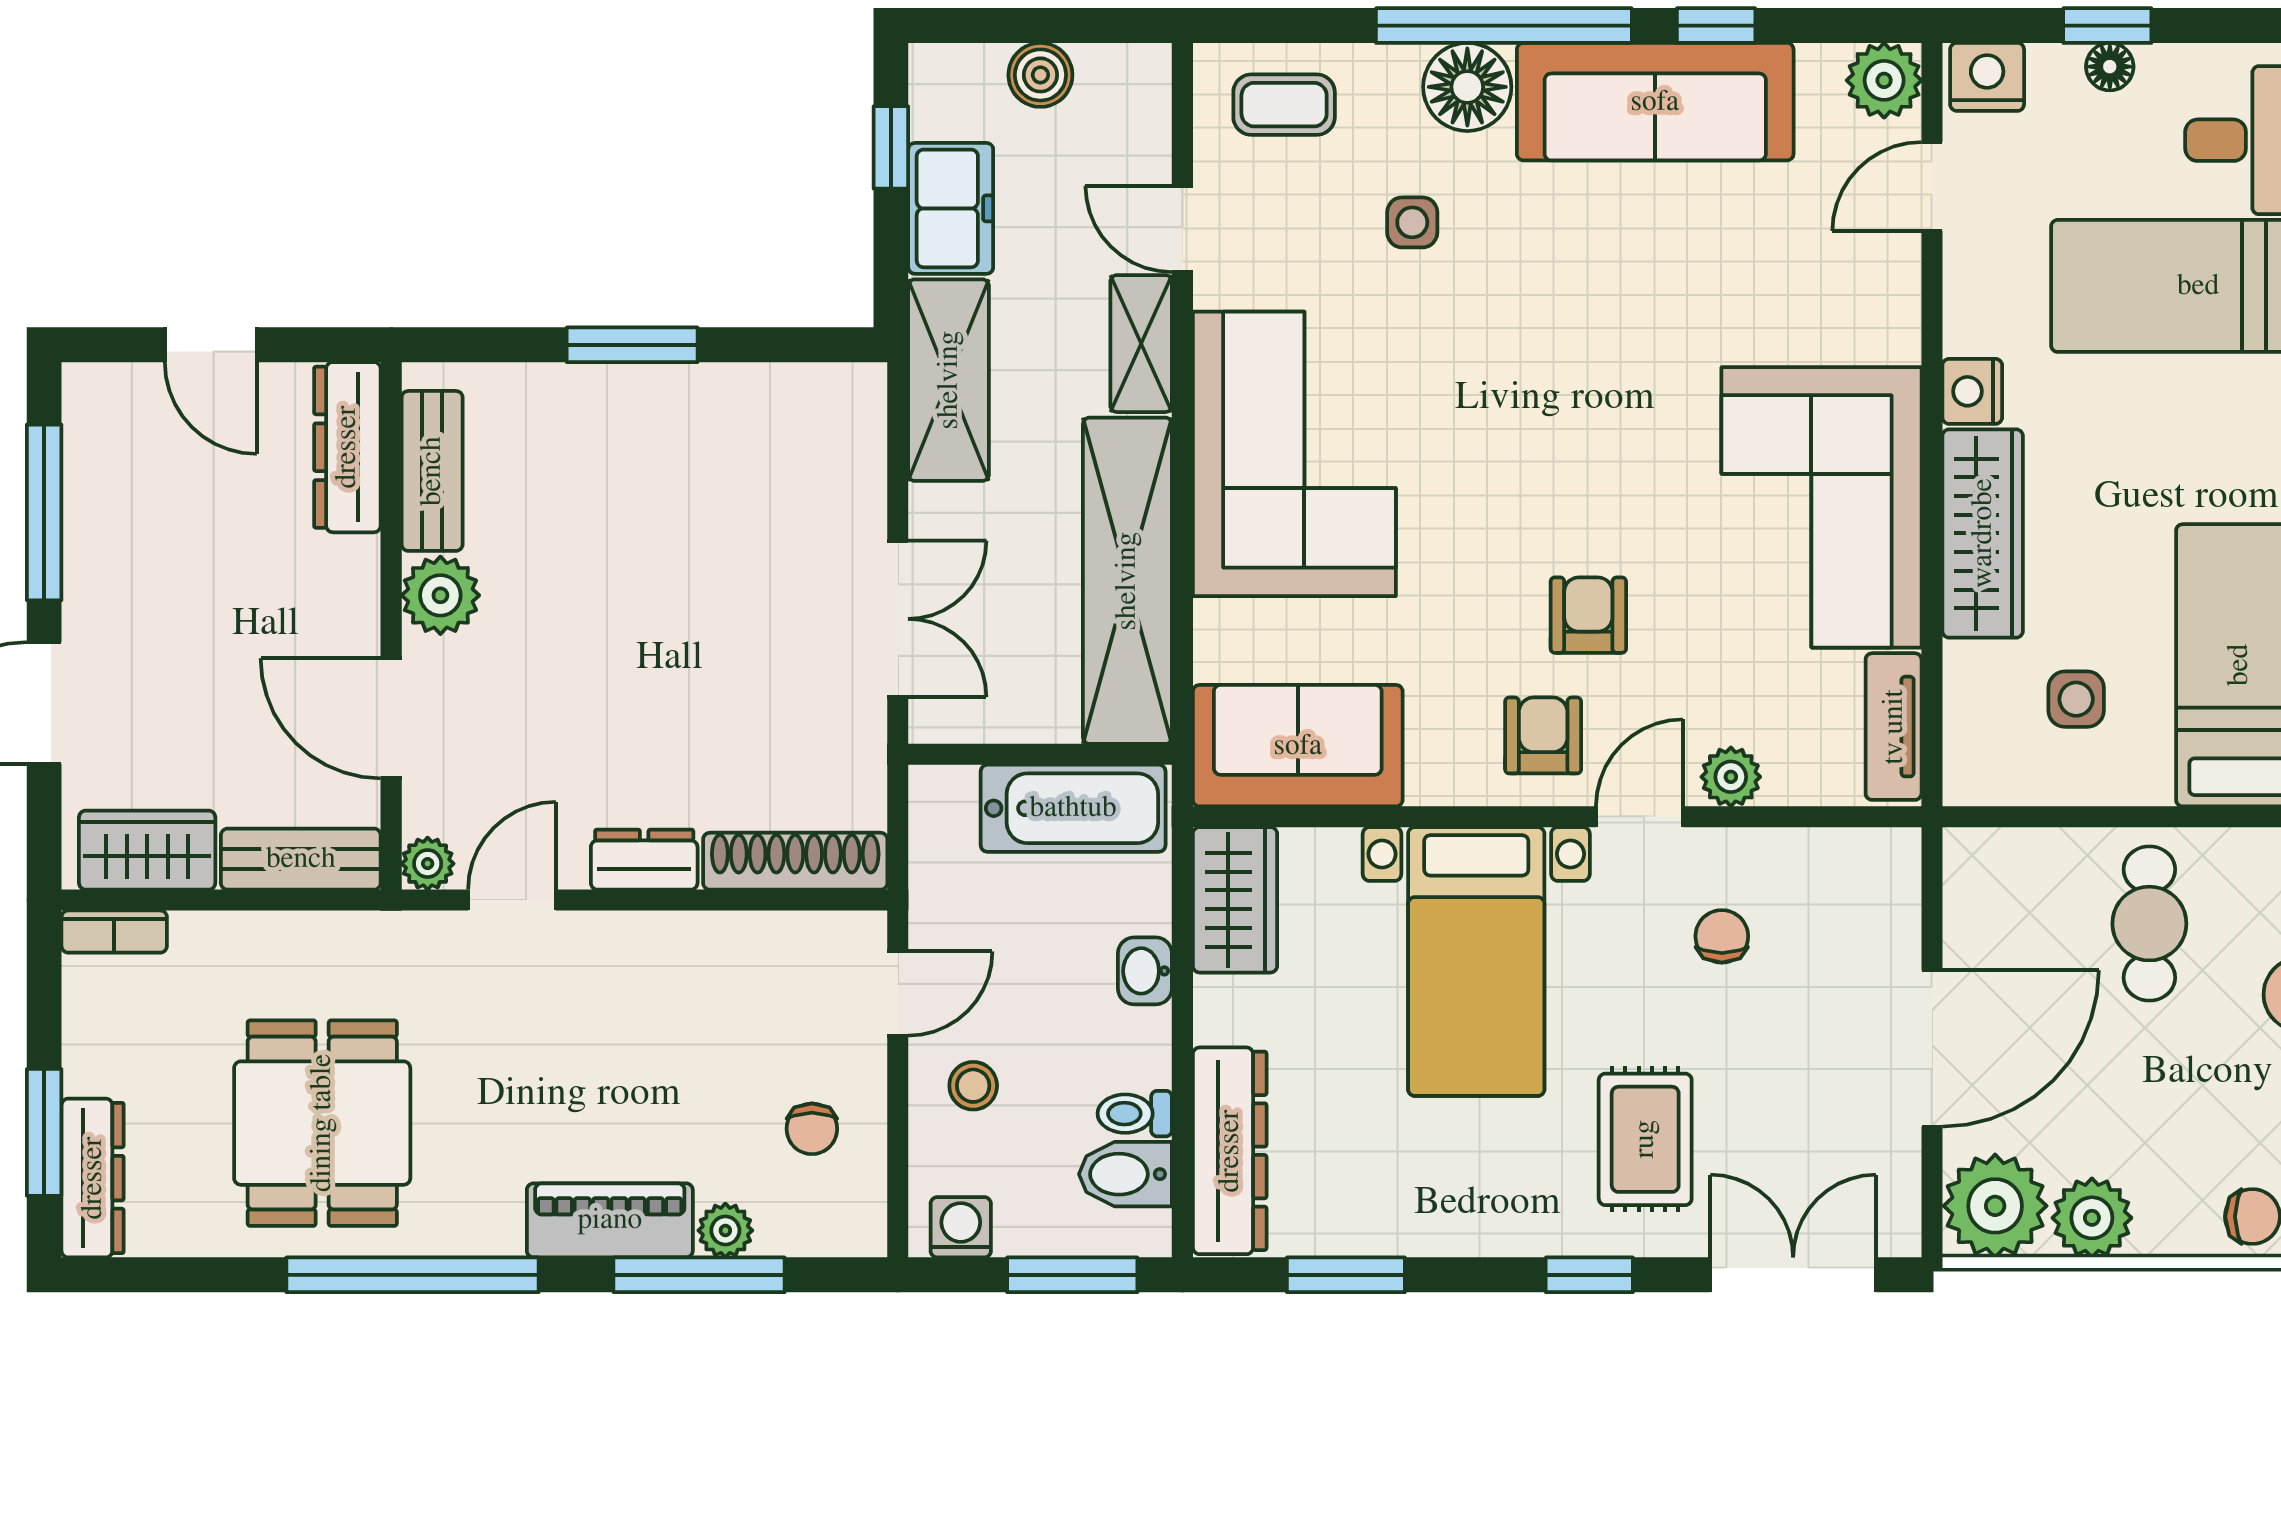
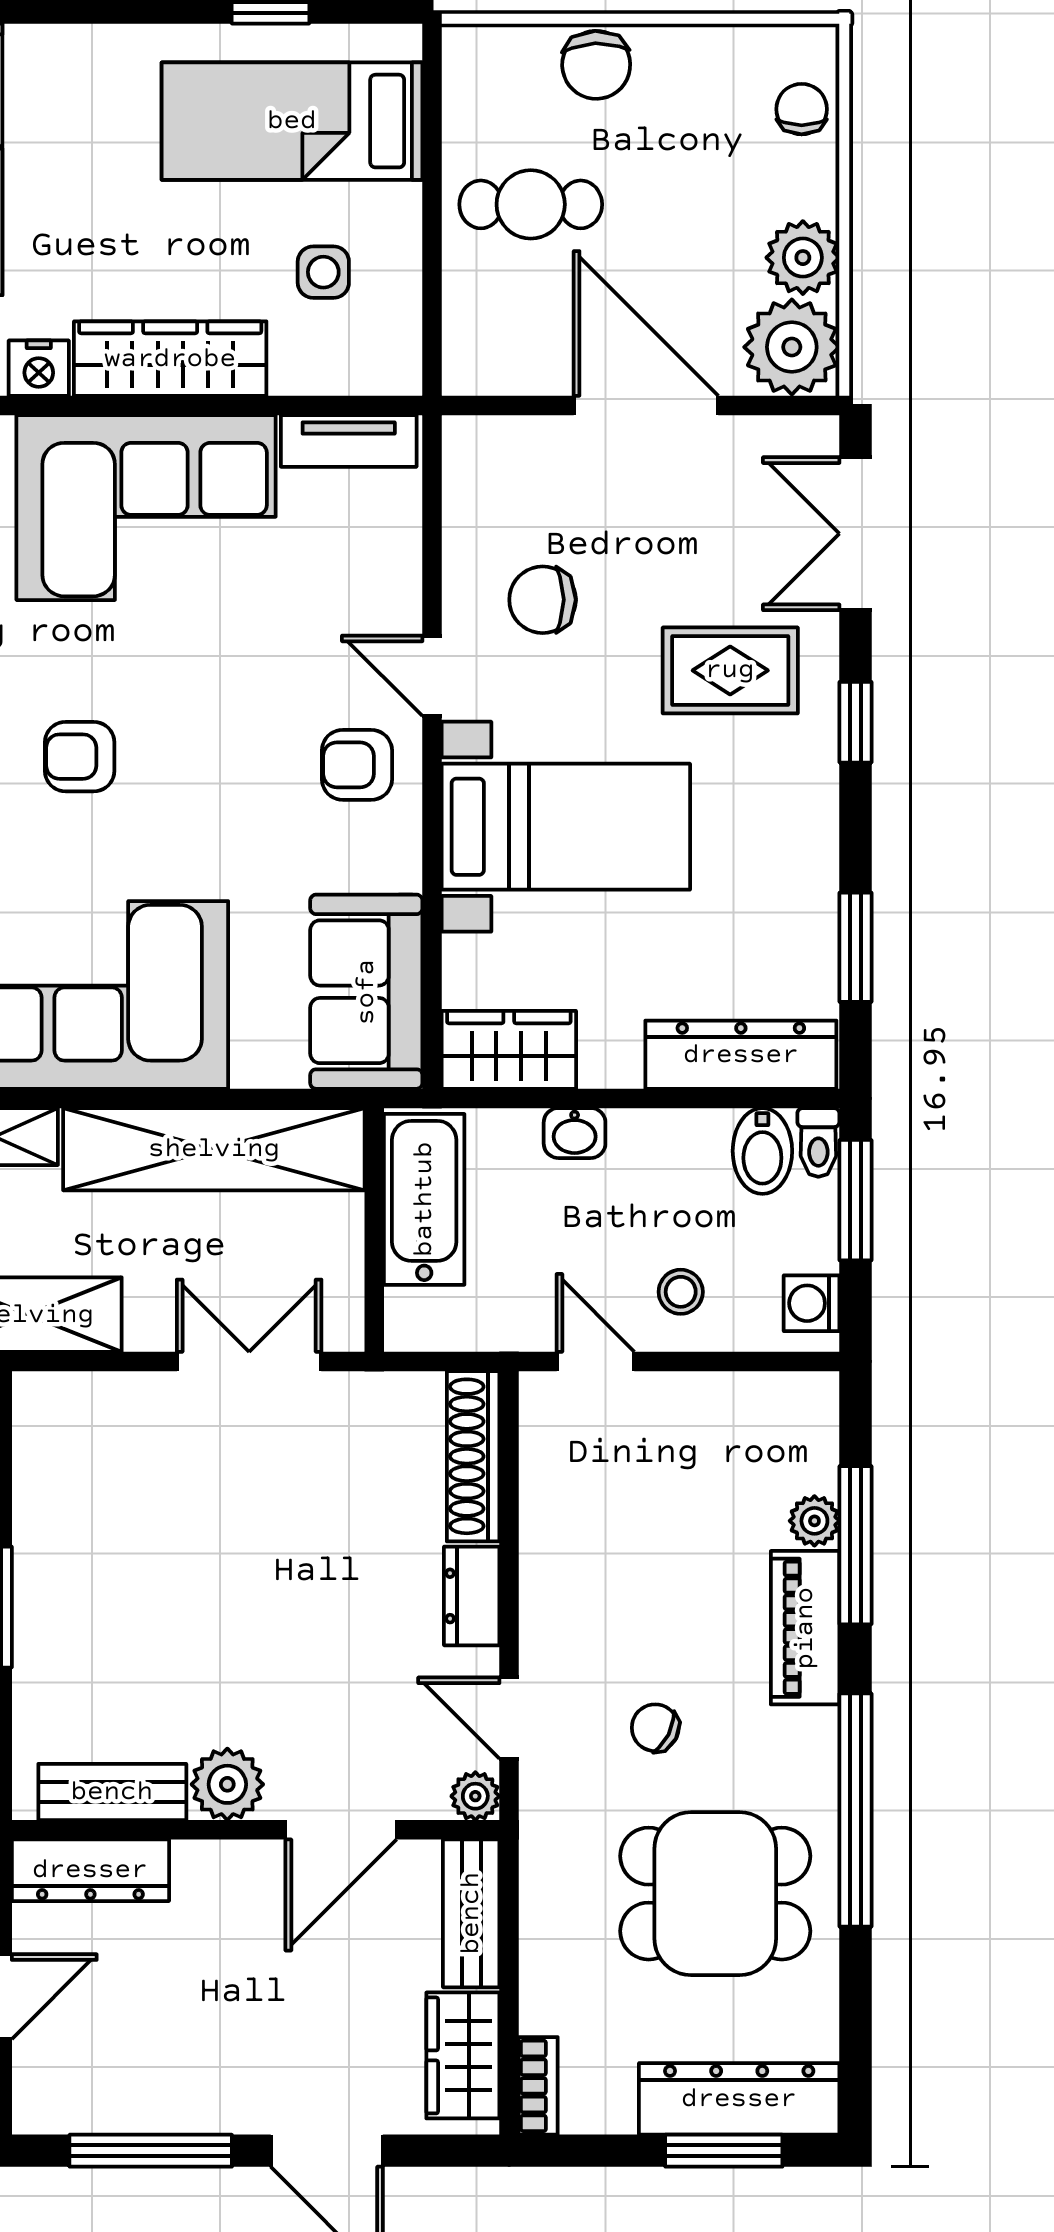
armchair: (1588, 615) -> (80, 757), moved
plant: (1731, 777) -> (395, 591), removed
chair: (1722, 936) -> (543, 600), width x1.37, depth x1.37
toilet: (1135, 1114) -> (818, 1142), moved
chair: (812, 1129) -> (655, 1728), moved, turned -153
dresser: (93, 1178) -> (739, 2099), width x1.37, depth x1.24

